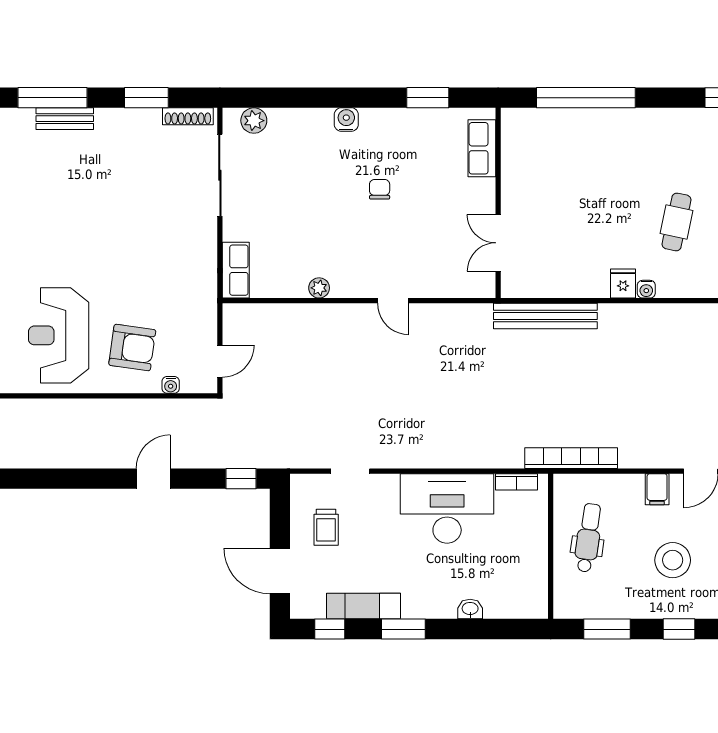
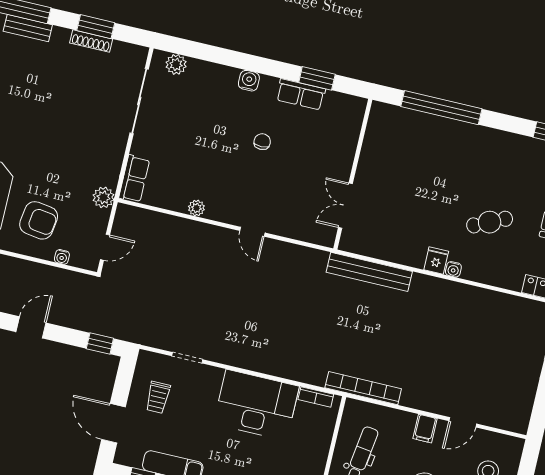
shoe rack: (188, 116) -> (91, 41), moved
row of seats: (482, 148) -> (301, 94), moved, turned -90
cafe table: (677, 222) -> (490, 222), turned 53
plant: (204, 301) -> (103, 197), added

